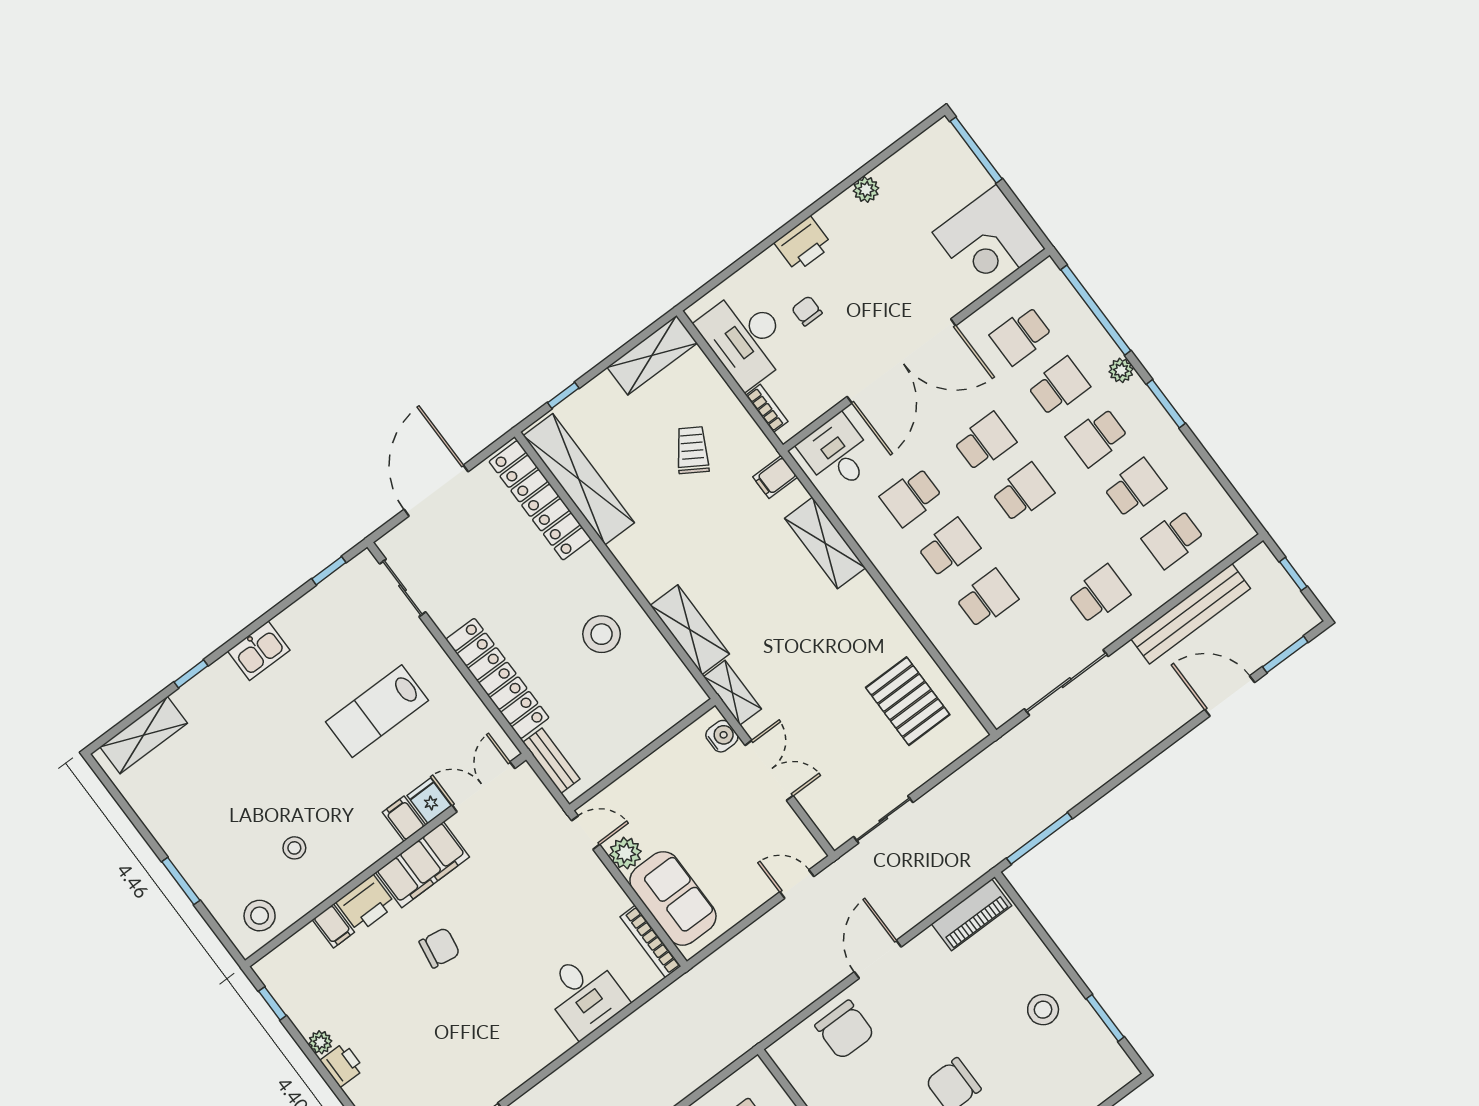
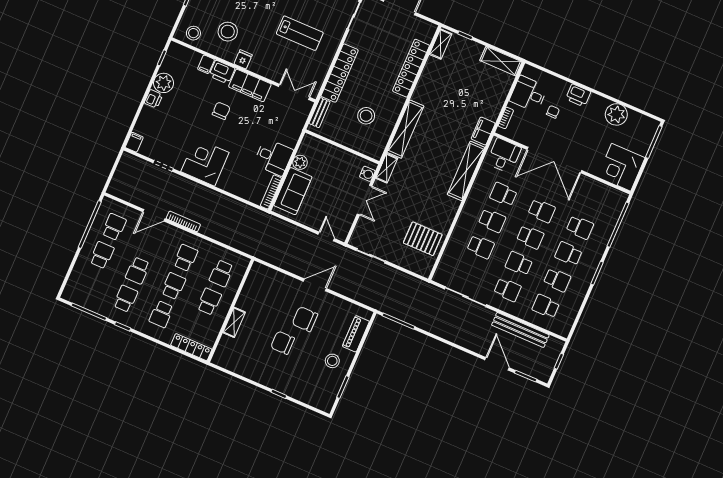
plant: (866, 189) -> (616, 114), width x1.88, depth x1.88
school desk: (1021, 336) -> (519, 263), moved
desk: (745, 338) -> (528, 94), width x0.73
plant: (1121, 370) -> (600, 248), removed
trolley: (692, 450) -> (473, 98), removed
filing cabinet: (775, 477) -> (483, 131), width x2.00
shelving: (579, 479) -> (441, 44), width x0.45, depth x0.75
locker: (540, 500) -> (411, 68), moved
shelving: (825, 543) -> (466, 171), width x1.47
shelving: (690, 630) -> (405, 129), width x1.47
stool: (602, 634) -> (366, 116), moved
pallet: (908, 701) -> (423, 239), turned 90
lab bench: (377, 711) -> (300, 33), turned 180
fridge: (429, 801) -> (243, 59), moved
filing cabinet: (404, 819) -> (264, 68), removed
door: (586, 833) -> (299, 142), removed
stool: (294, 848) -> (228, 32), width x1.89, depth x1.89
piano: (971, 915) -> (356, 334), moved, turned 90
chair: (439, 948) -> (221, 111), turned -99
desk: (585, 994) -> (273, 157), moved, turned -90
chair: (845, 1030) -> (305, 319), moved, turned 90
corner desk: (520, 1035) -> (205, 162), added
plant: (320, 1042) -> (164, 83), width x1.88, depth x1.88

